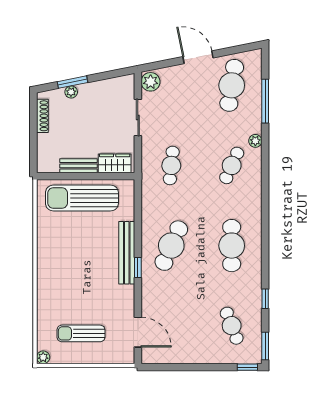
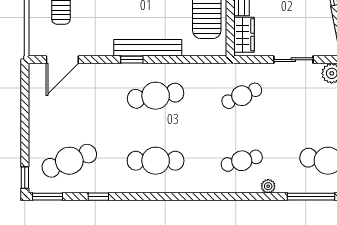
cafe table: (171, 165) -> (242, 96), turned -30
cafe table: (232, 165) -> (242, 161), turned -39
cafe table: (171, 246) -> (156, 96), turned -33
cafe table: (232, 326) -> (69, 161), width x1.37, depth x1.35

